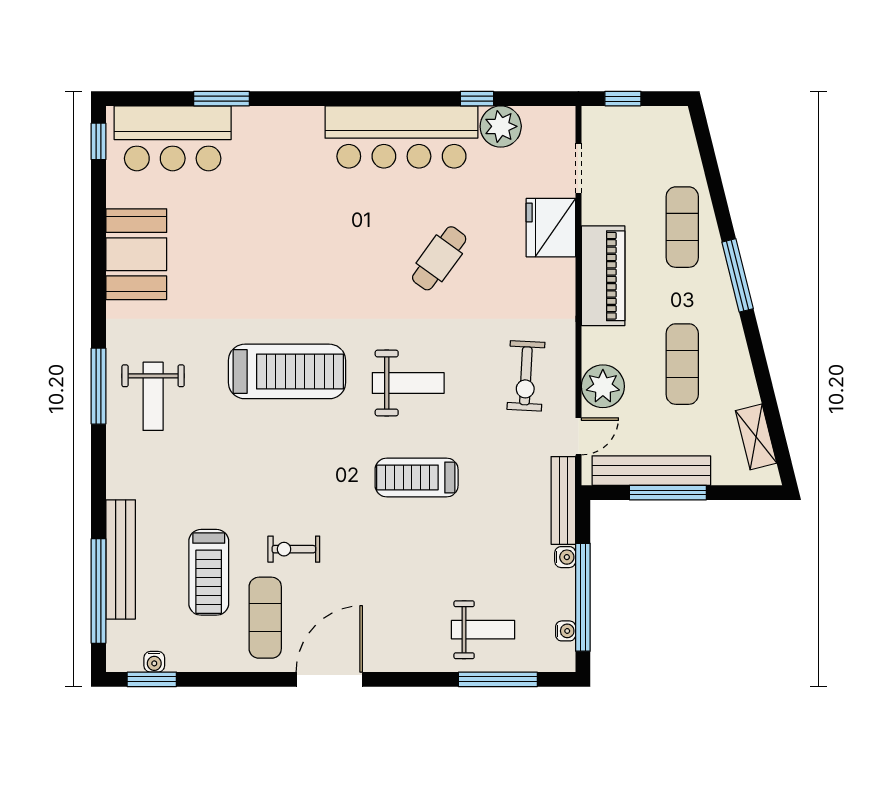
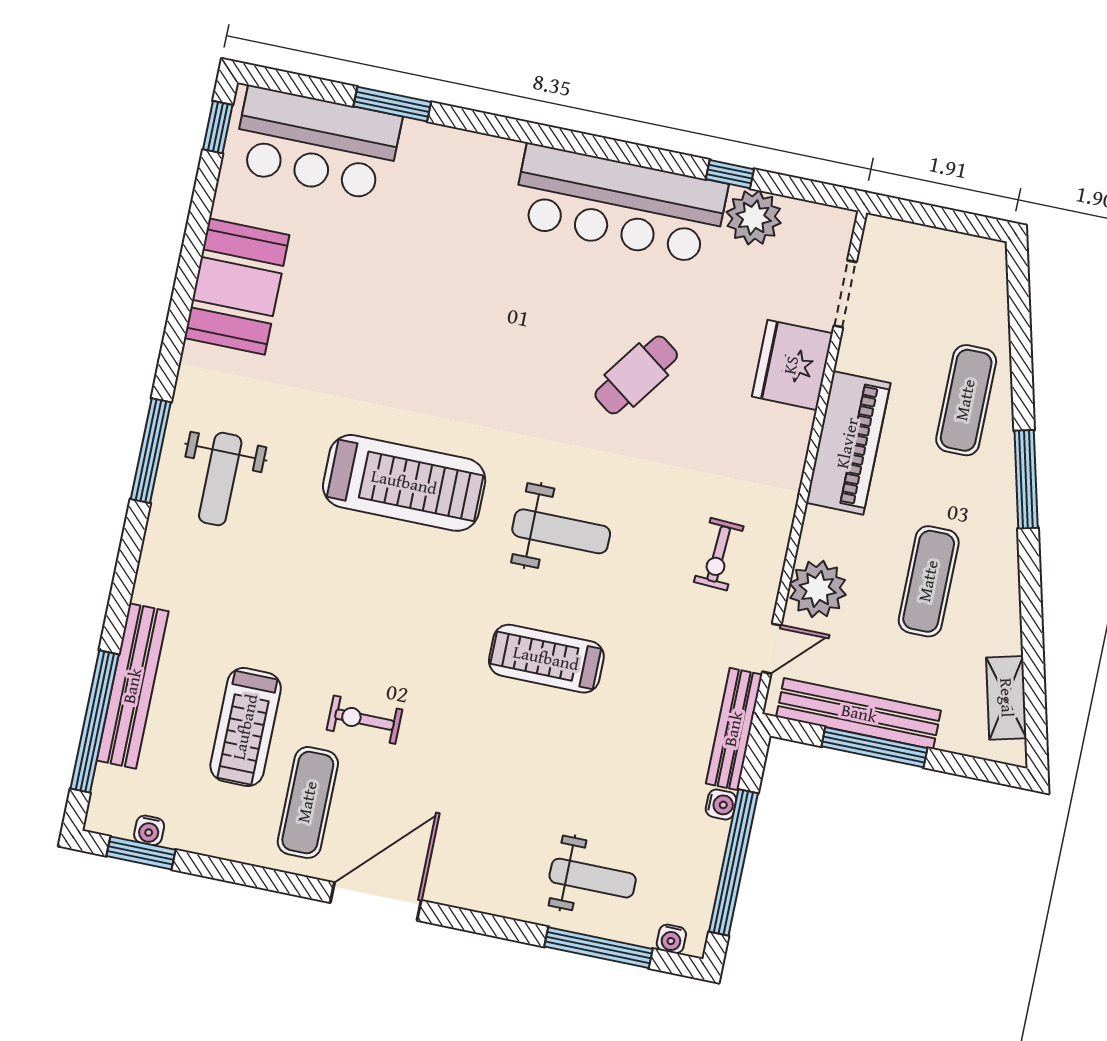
window: (623, 99) -> (923, 214), removed
exercise bike: (526, 376) -> (719, 554), width x0.73, depth x0.72
water cooler: (566, 631) -> (671, 939), moved, turned 90

